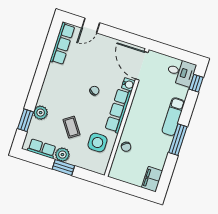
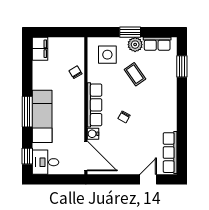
plant: (41, 113) -> (170, 79), removed
exam couch: (173, 117) -> (42, 116), width x1.36, depth x1.45
window: (178, 140) -> (27, 112), moved
side table: (97, 142) -> (107, 55), moved

